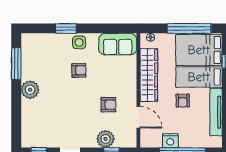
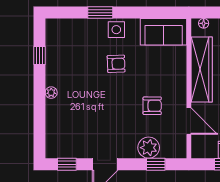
window: (16, 64) -> (39, 55), width x0.46
plant: (30, 90) -> (51, 93), width x0.53, depth x0.53

